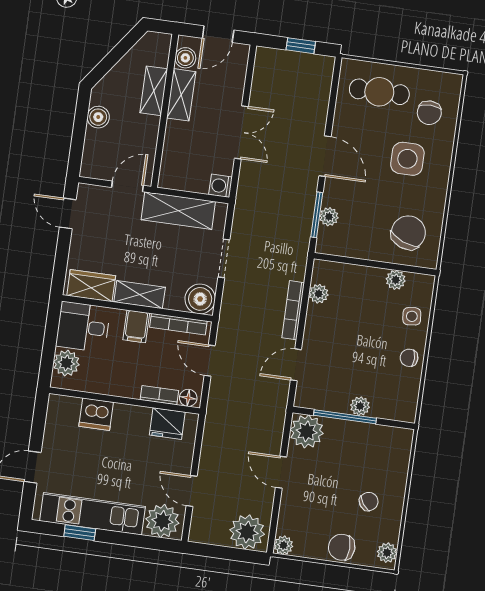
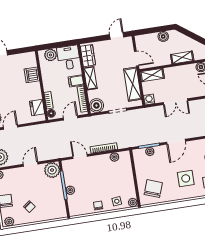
shelving: (181, 95) -> (152, 75), moved
chair: (408, 233) -> (153, 189), turned -92
plant: (396, 280) -> (133, 203), moved

